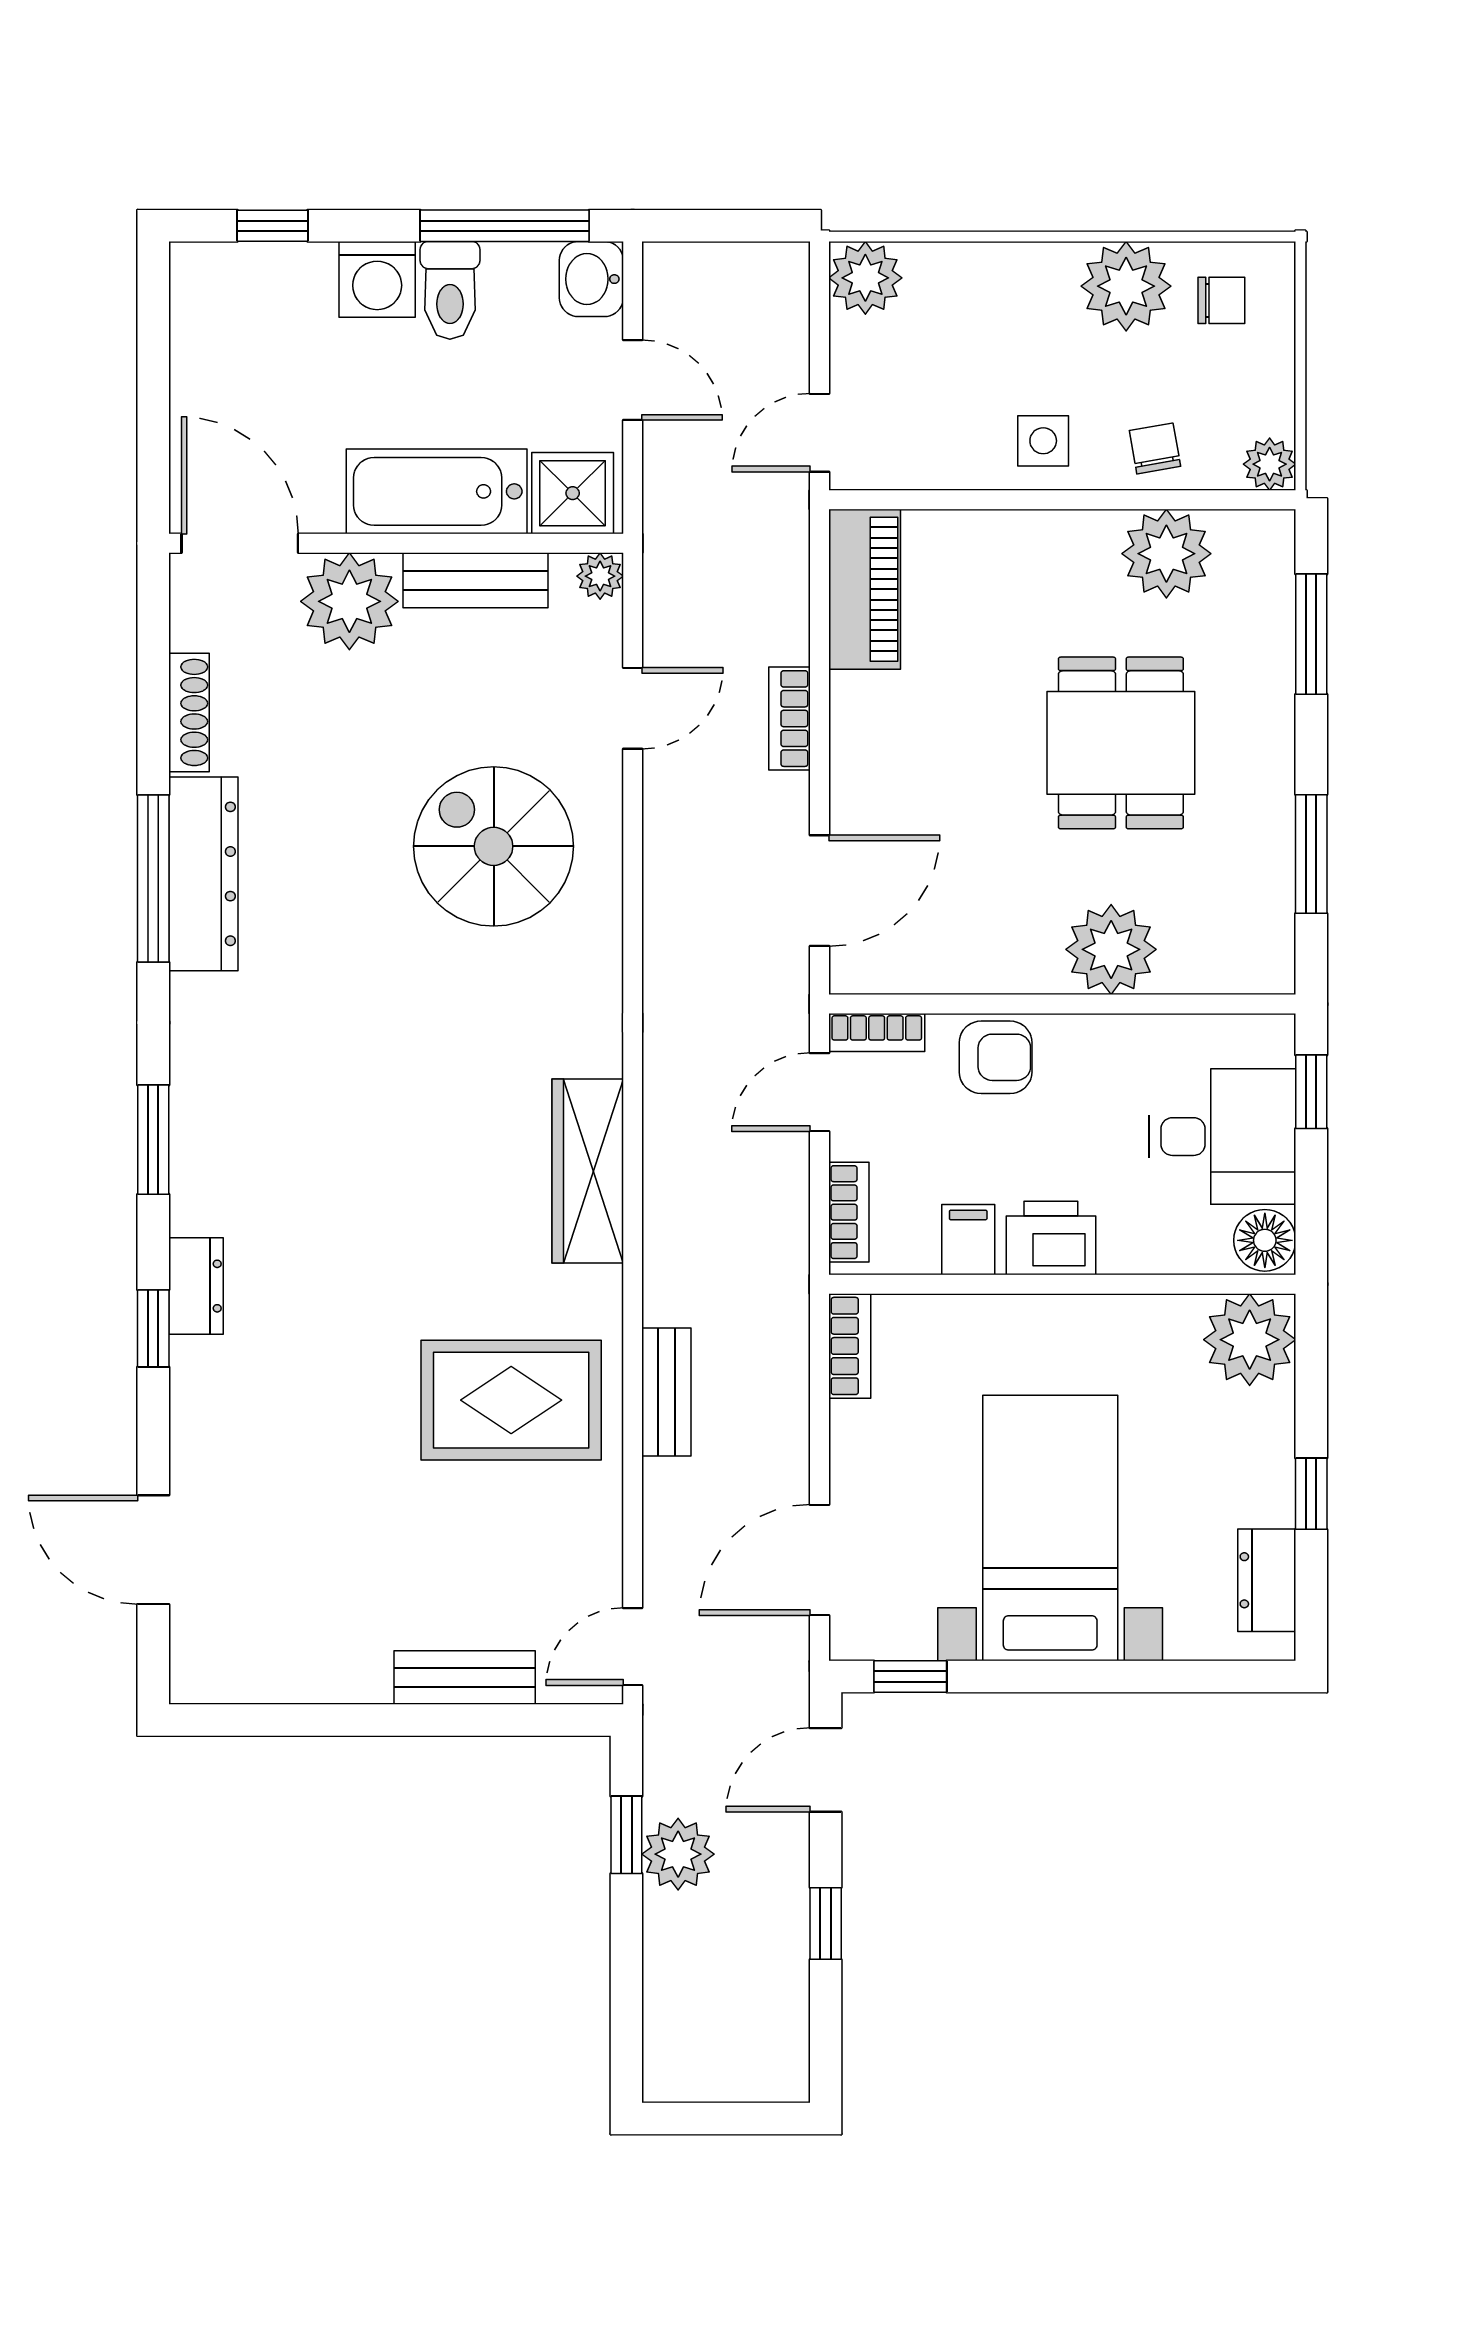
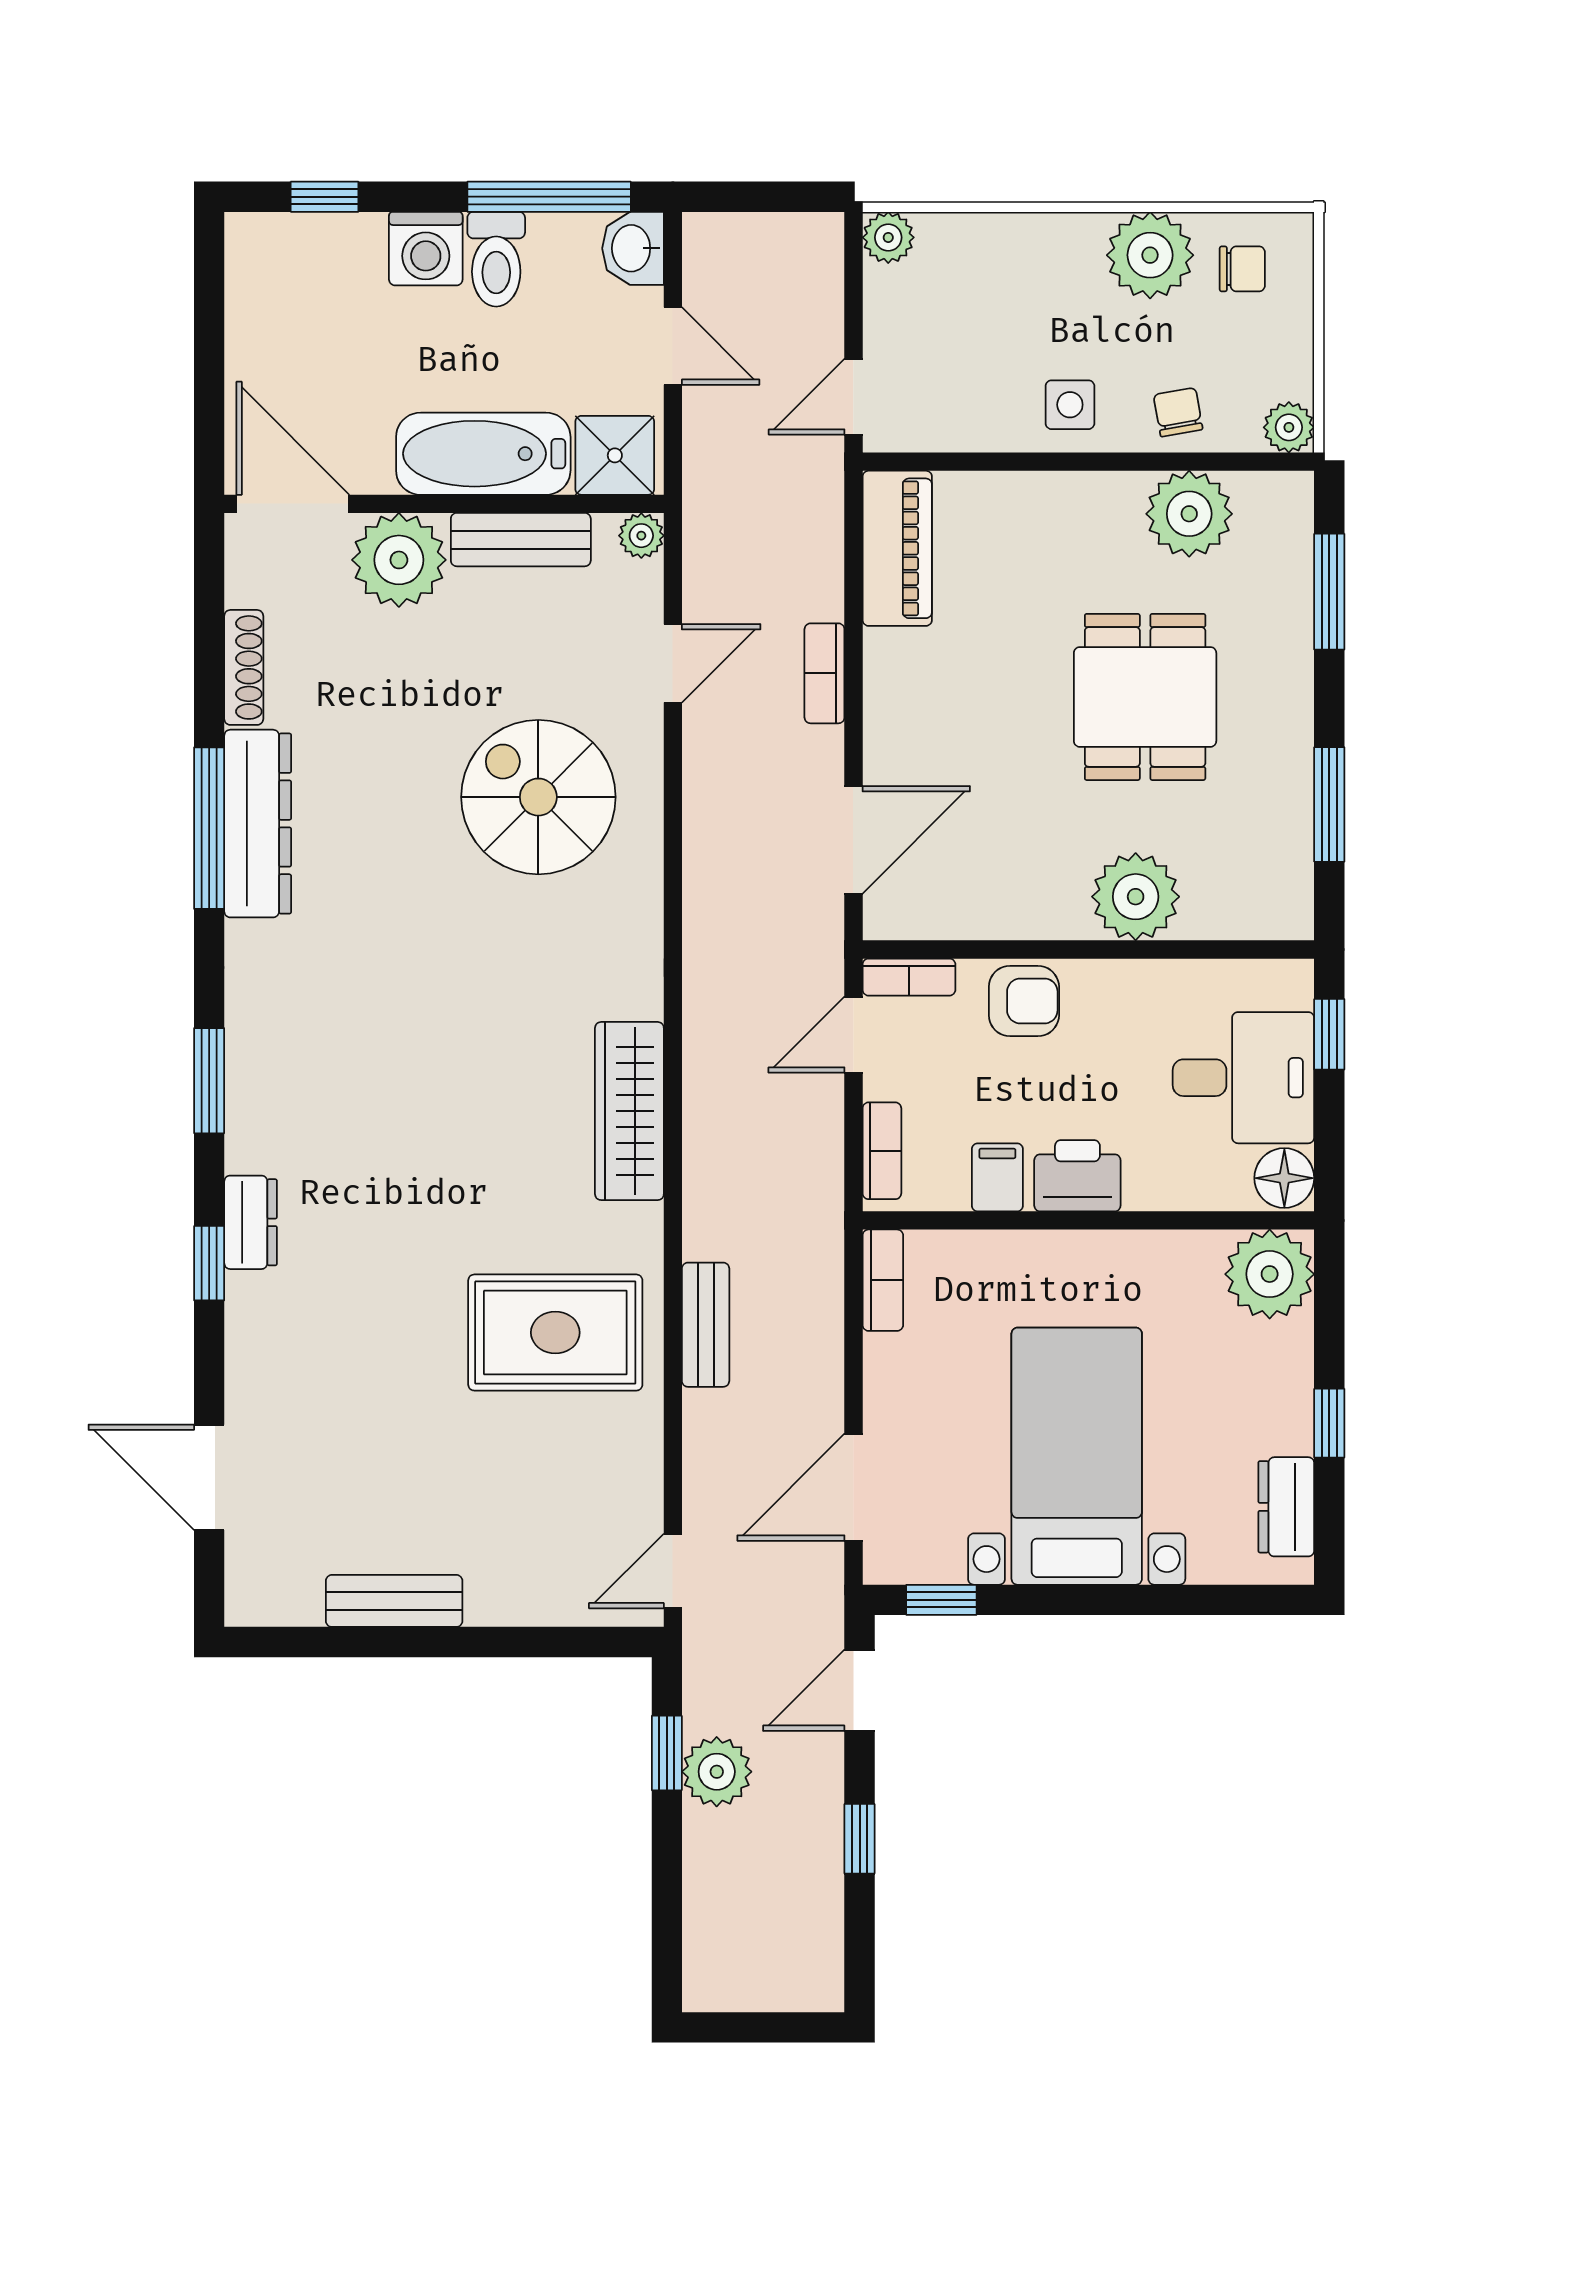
plant: (865, 278) -> (888, 237), width x0.73, depth x0.73
bench: (465, 1678) -> (394, 1601), moved

